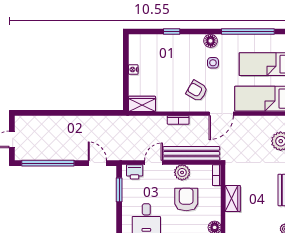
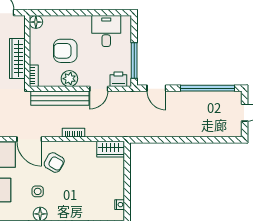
nightstand: (133, 70) -> (120, 205), moved
door: (221, 114) -> (29, 139), swing flipped
window: (119, 190) -> (134, 61), width x1.44
wardrobe: (233, 198) -> (17, 59), width x1.50
armchair: (186, 199) -> (65, 51), turned 90

